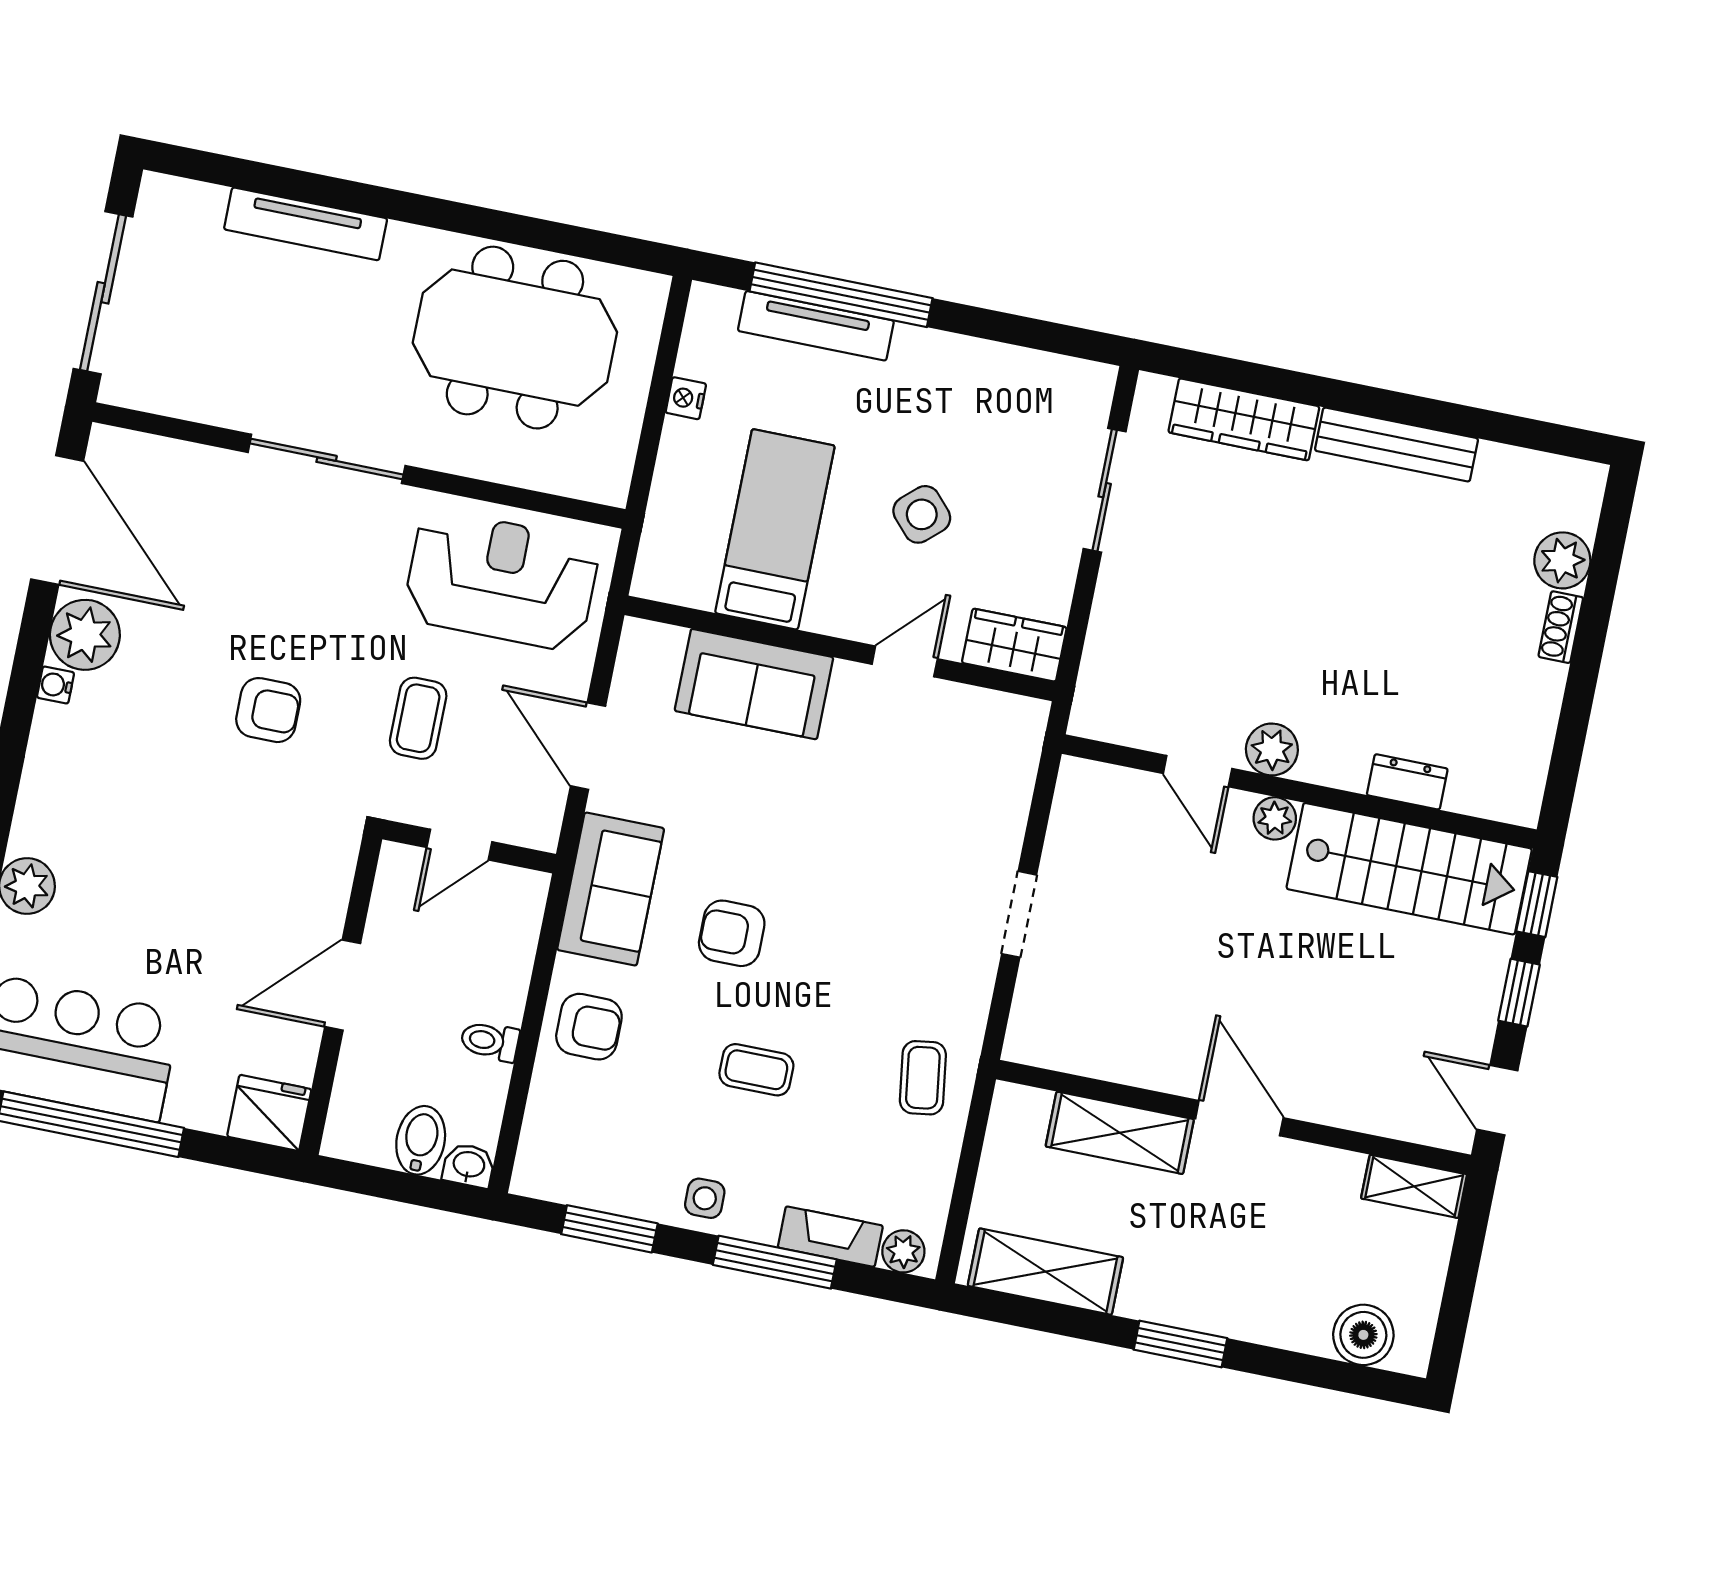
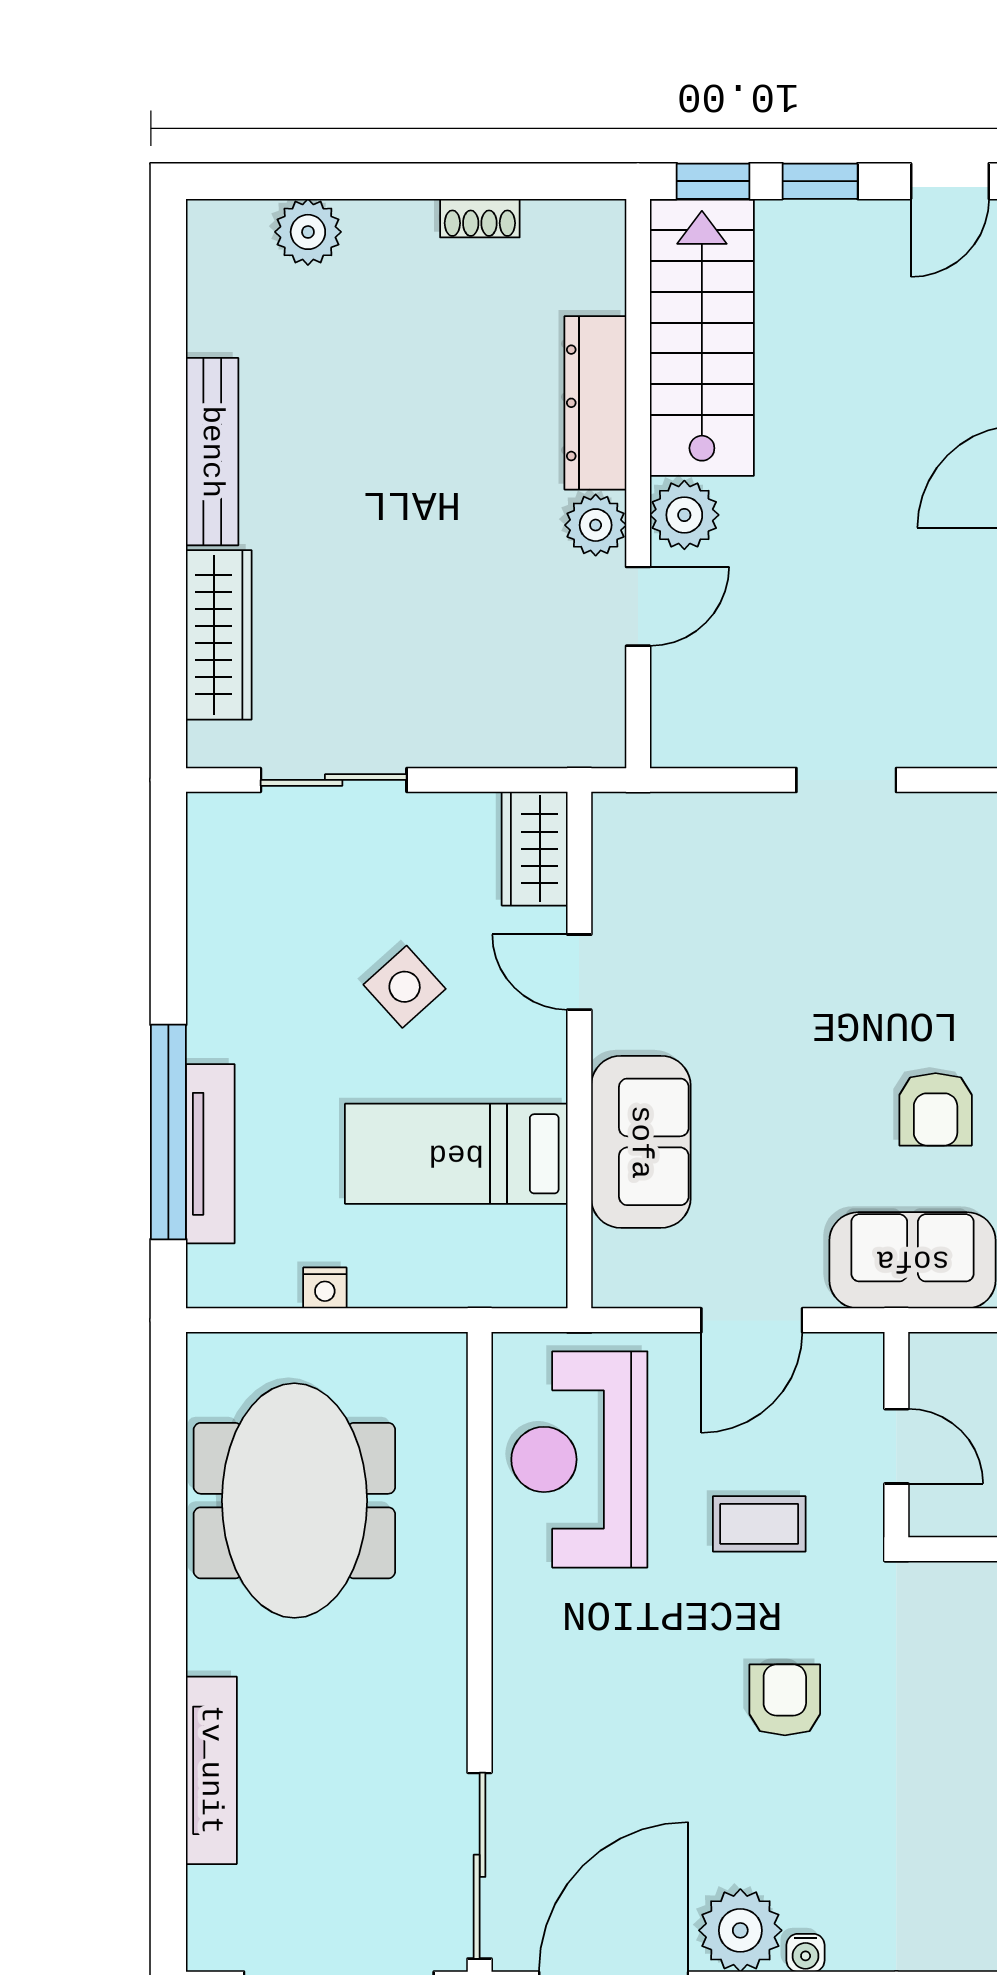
sliding door: (327, 459) -> (480, 1866), moved
shoe rack: (1561, 627) -> (480, 218), moved
dresser: (1407, 782) -> (595, 403), width x1.96, depth x1.24
plant: (1275, 818) -> (684, 515), width x1.38, depth x1.38

